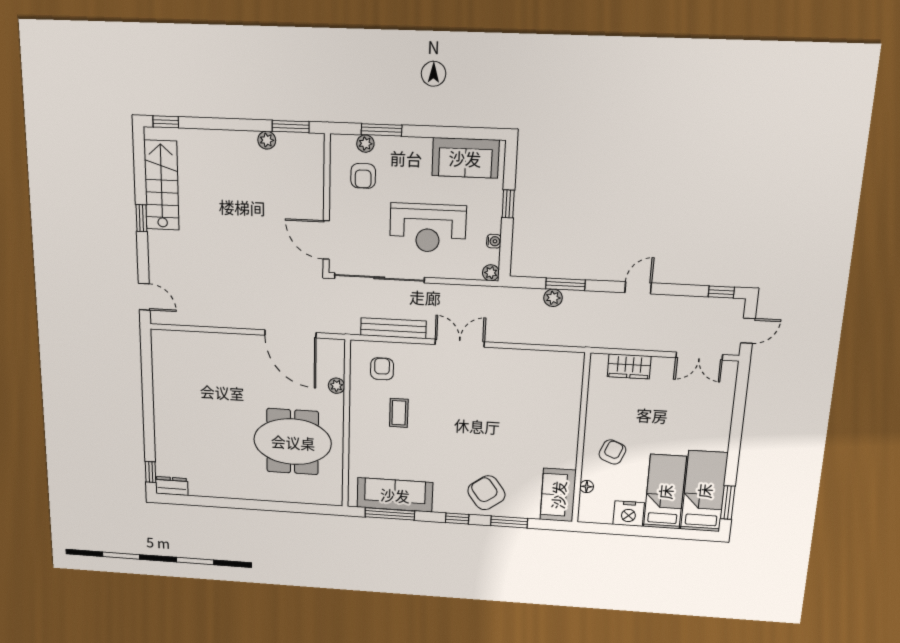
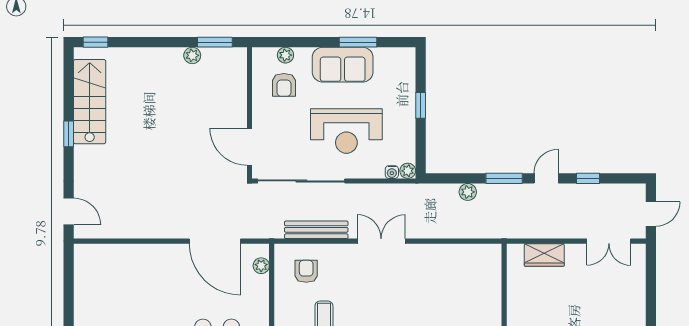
window: (382, 130) -> (358, 42), moved
sofa: (465, 158) -> (343, 65), moved
water cooler: (494, 241) -> (392, 172), moved, turned 90
window: (565, 284) -> (504, 178), moved
window: (721, 292) -> (588, 178), moved
plant: (336, 386) -> (261, 266), moved

